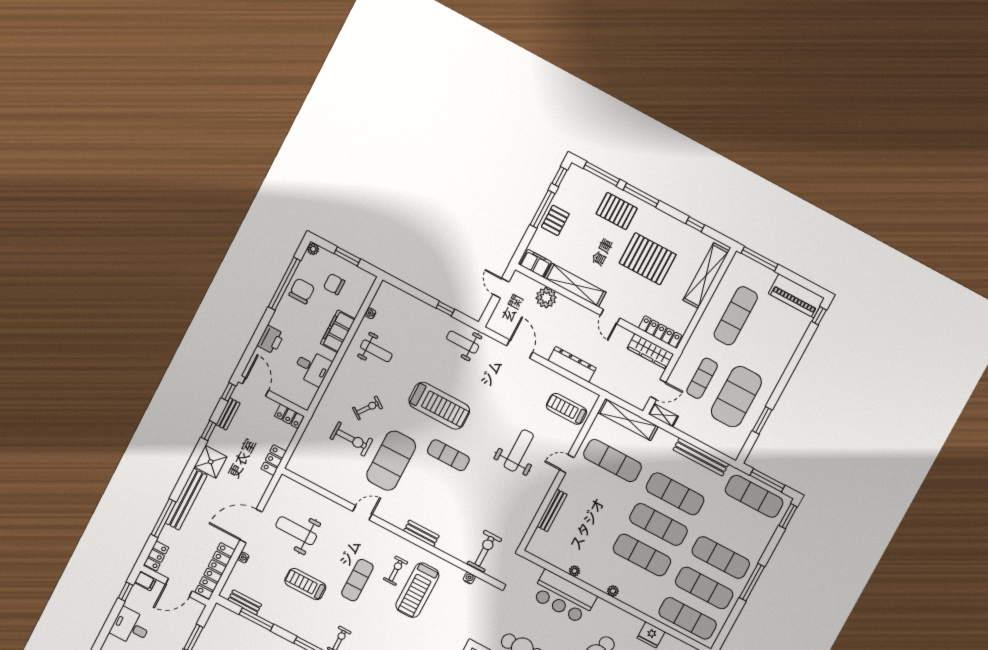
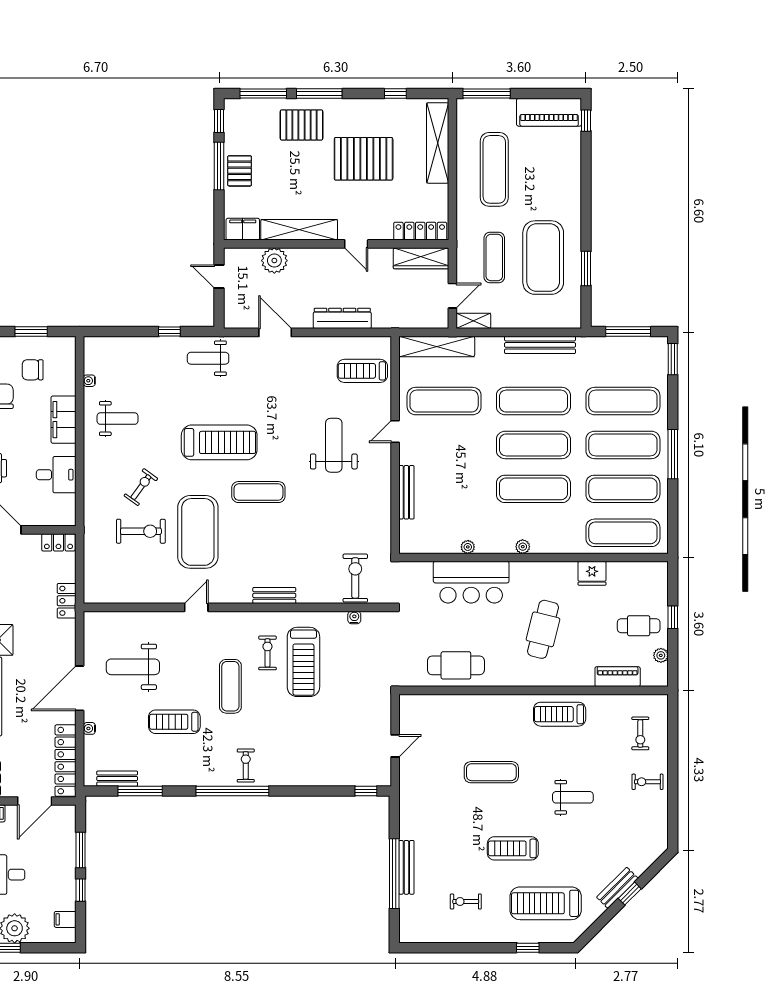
exercise mat: (754, 496) -> (623, 401), moved

